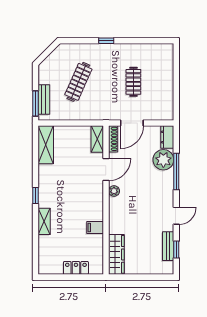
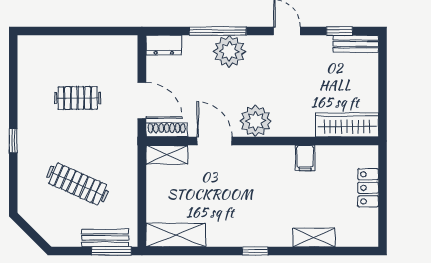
plant: (163, 160) -> (229, 51), moved
plant: (114, 191) -> (256, 121), width x1.87, depth x1.87
shelving: (44, 221) -> (314, 237), moved
bench: (168, 246) -> (356, 44), moved

